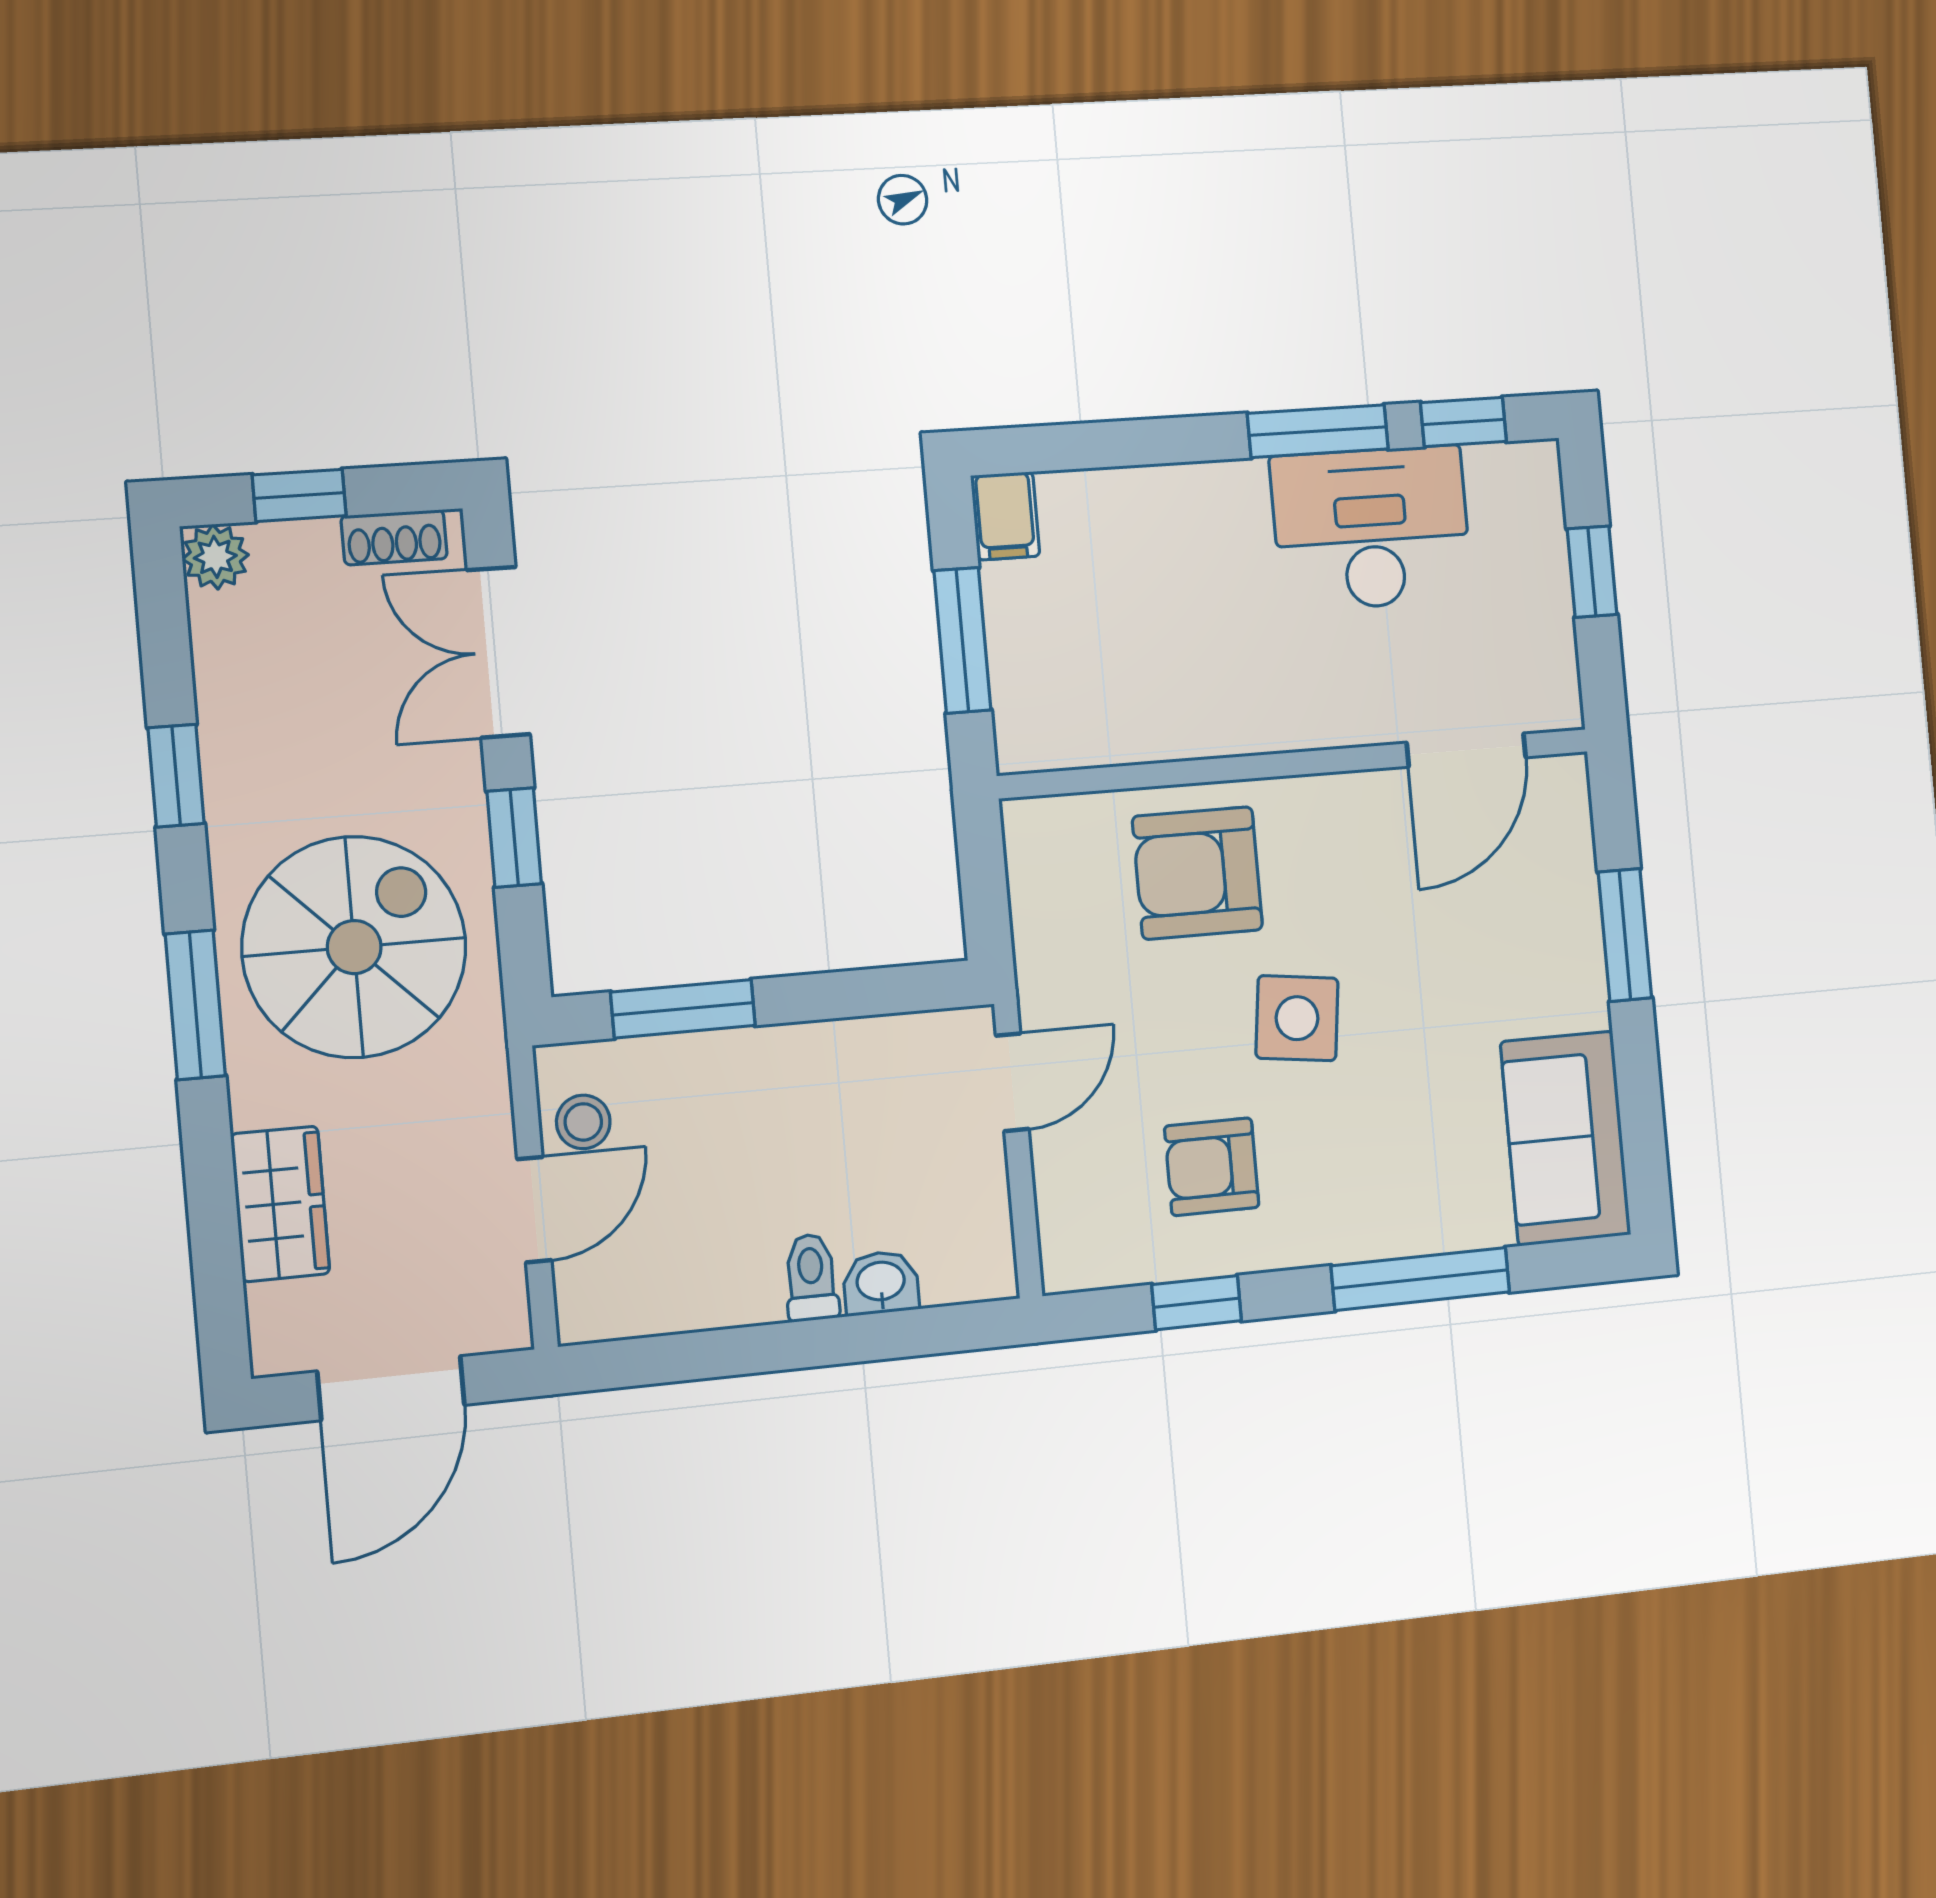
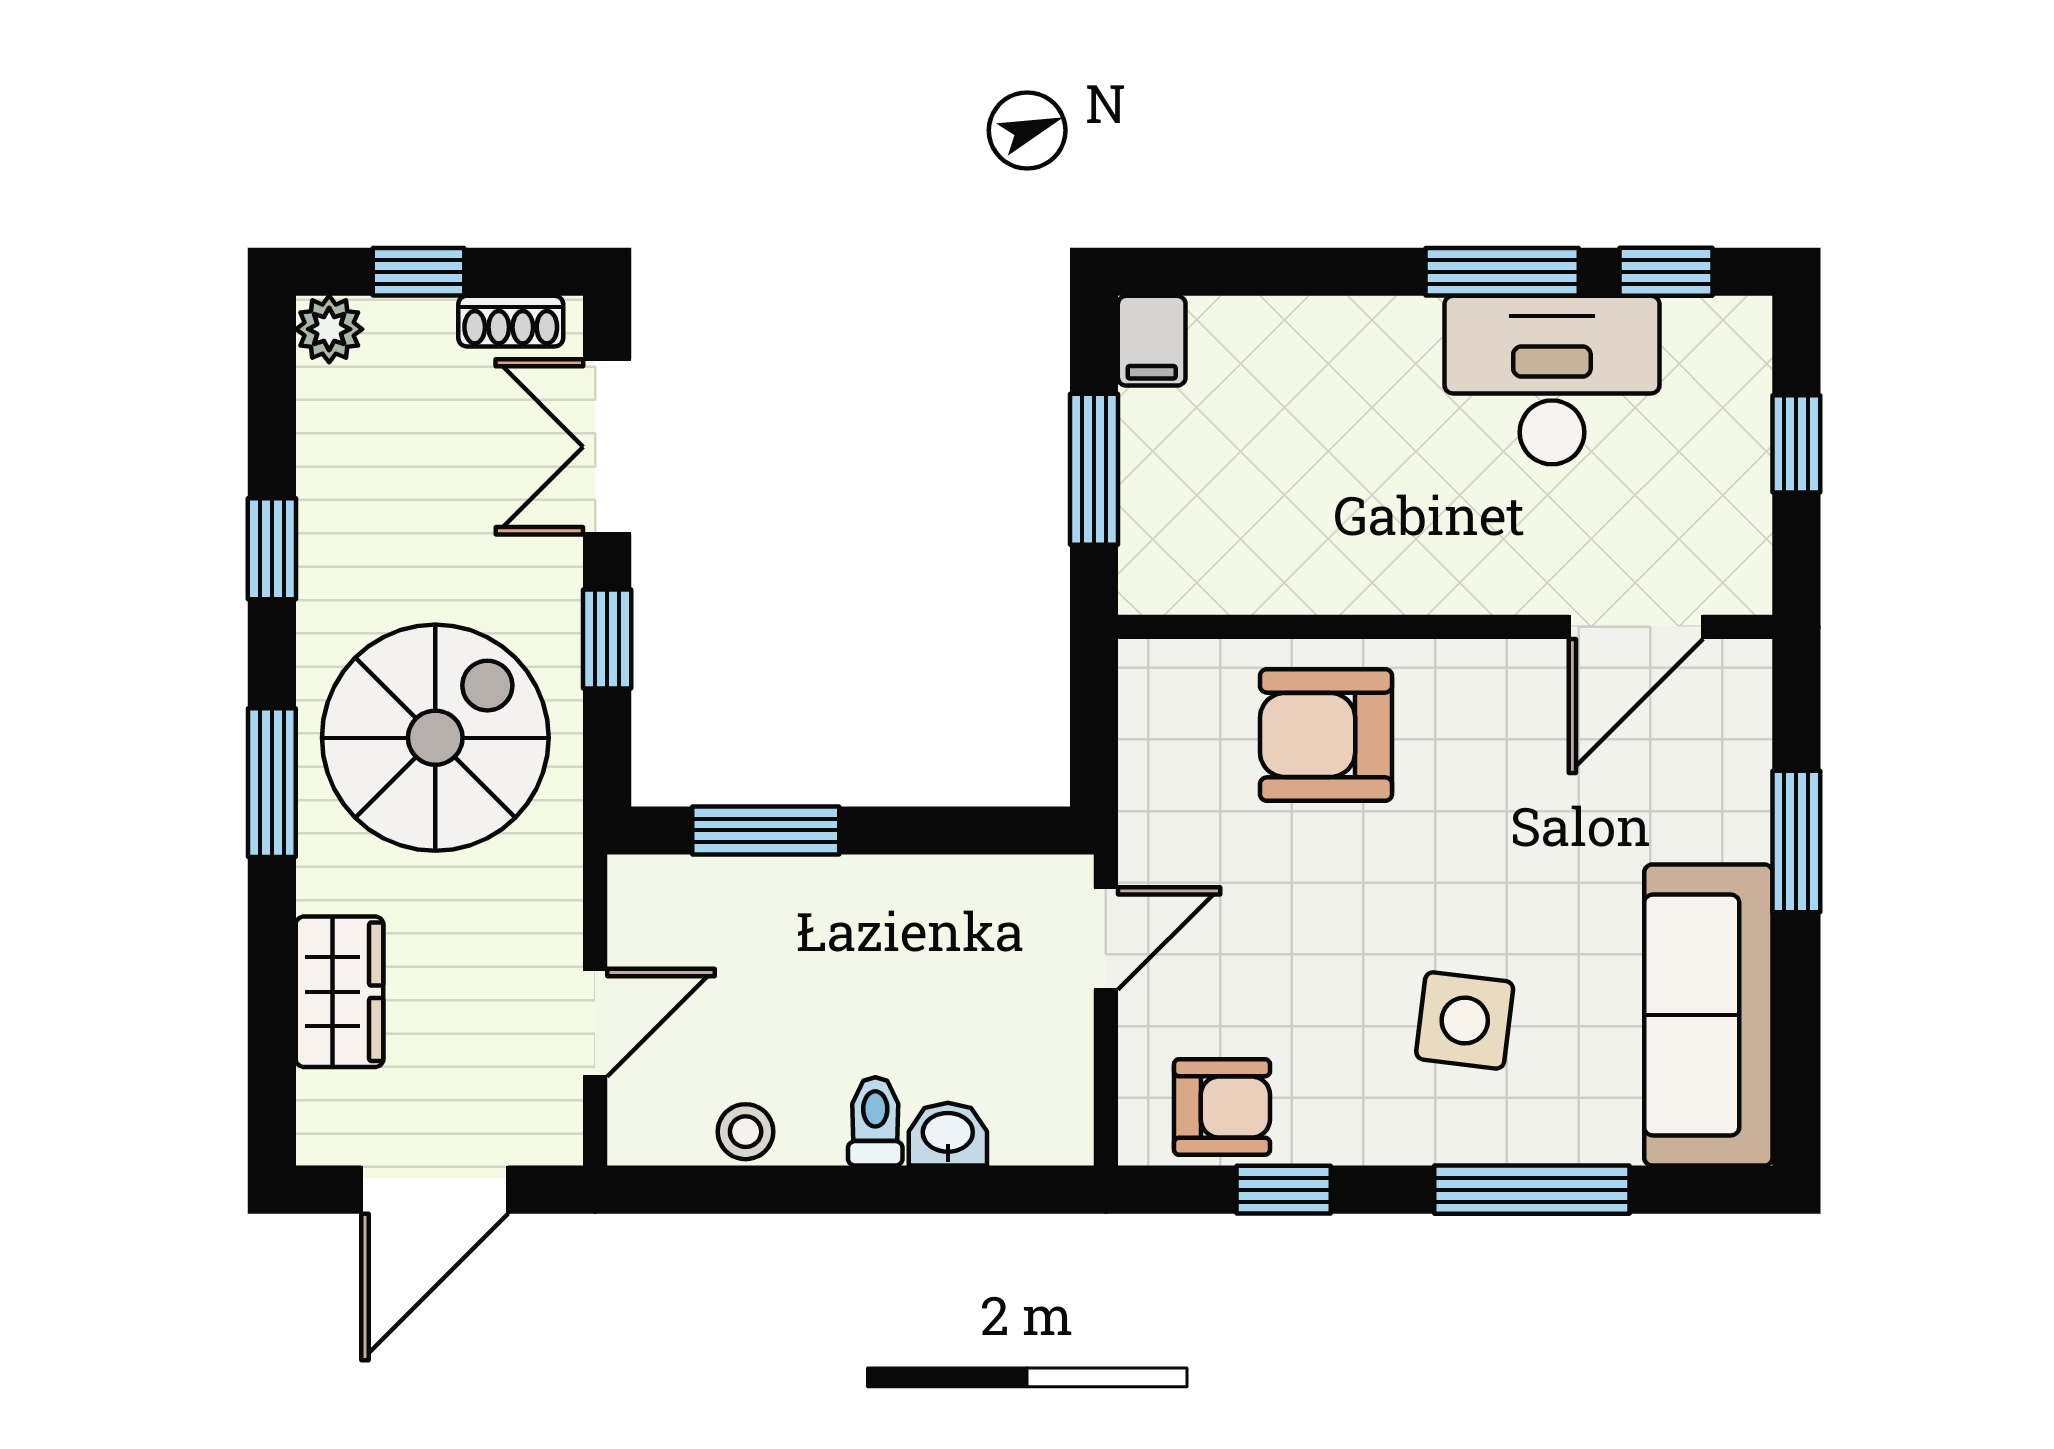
side table: (1297, 1018) -> (1465, 1020), moved
stool: (583, 1122) -> (746, 1132), moved
sofa: (1566, 1138) -> (1708, 1015), width x1.36
armchair: (1212, 1167) -> (1222, 1107), moved, turned 180

